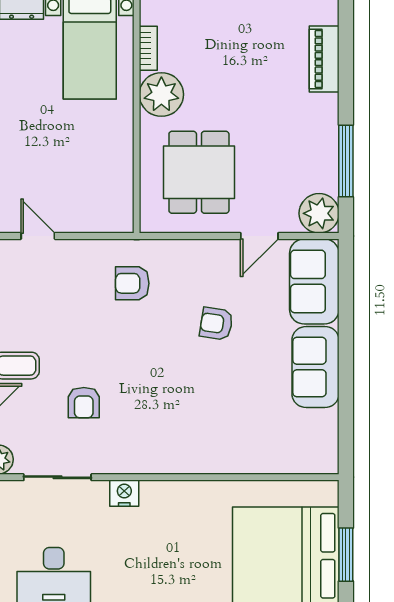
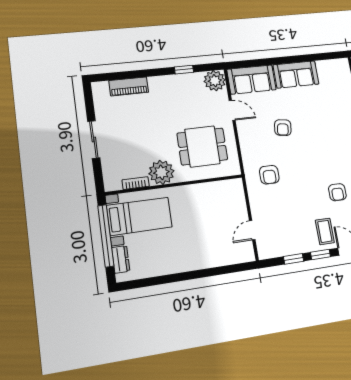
window: (346, 161) -> (184, 70), width x0.46
armchair: (84, 403) -> (337, 192), turned 90

